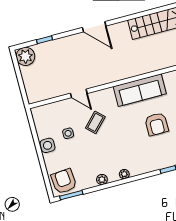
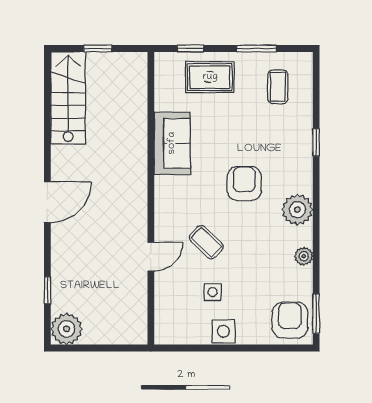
sofa: (140, 90) -> (172, 143), width x0.73
armchair: (157, 124) -> (244, 183), moved, turned -90
plant: (124, 174) -> (297, 210), width x1.87, depth x1.87
armchair: (64, 181) -> (290, 320), turned 95

